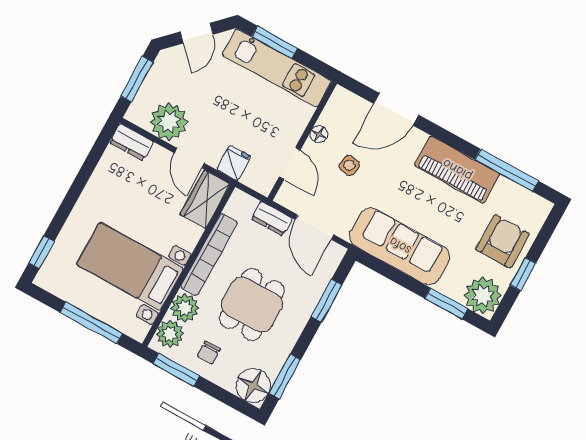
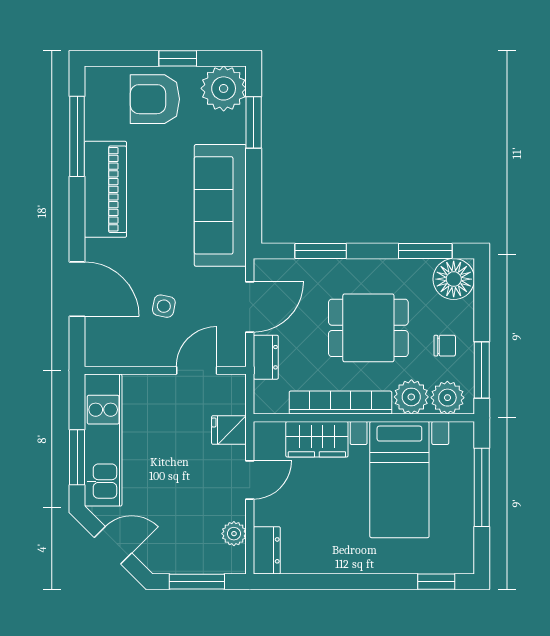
plant: (169, 122) -> (234, 534), width x0.53, depth x0.53
floor lamp: (319, 134) -> (149, 357), removed
wardrobe: (205, 199) -> (317, 439), moved

